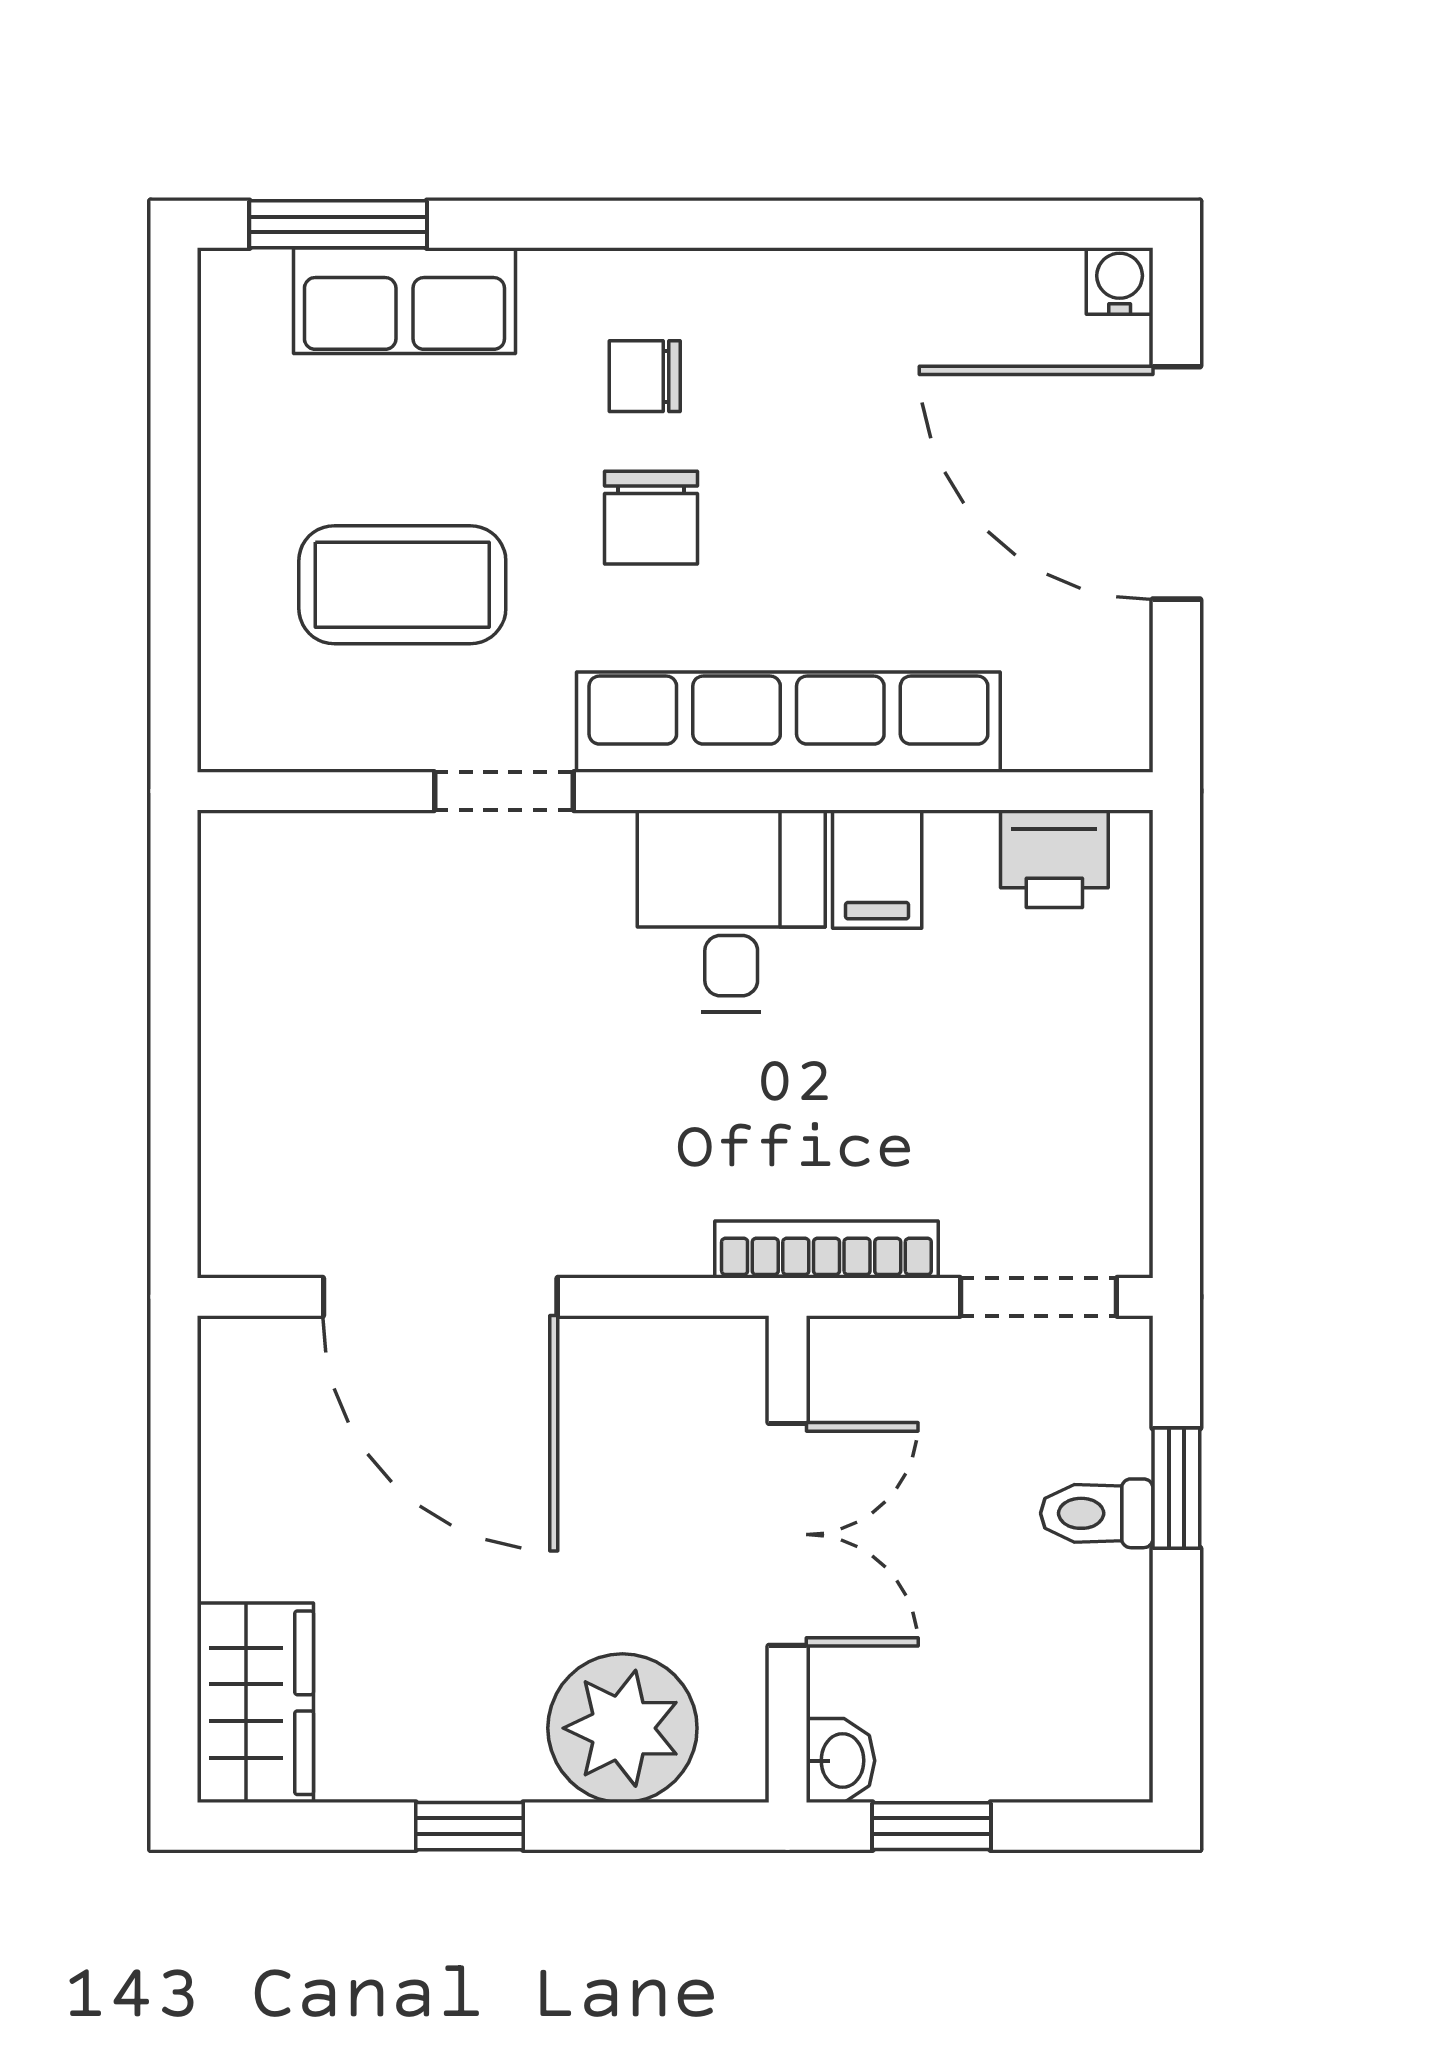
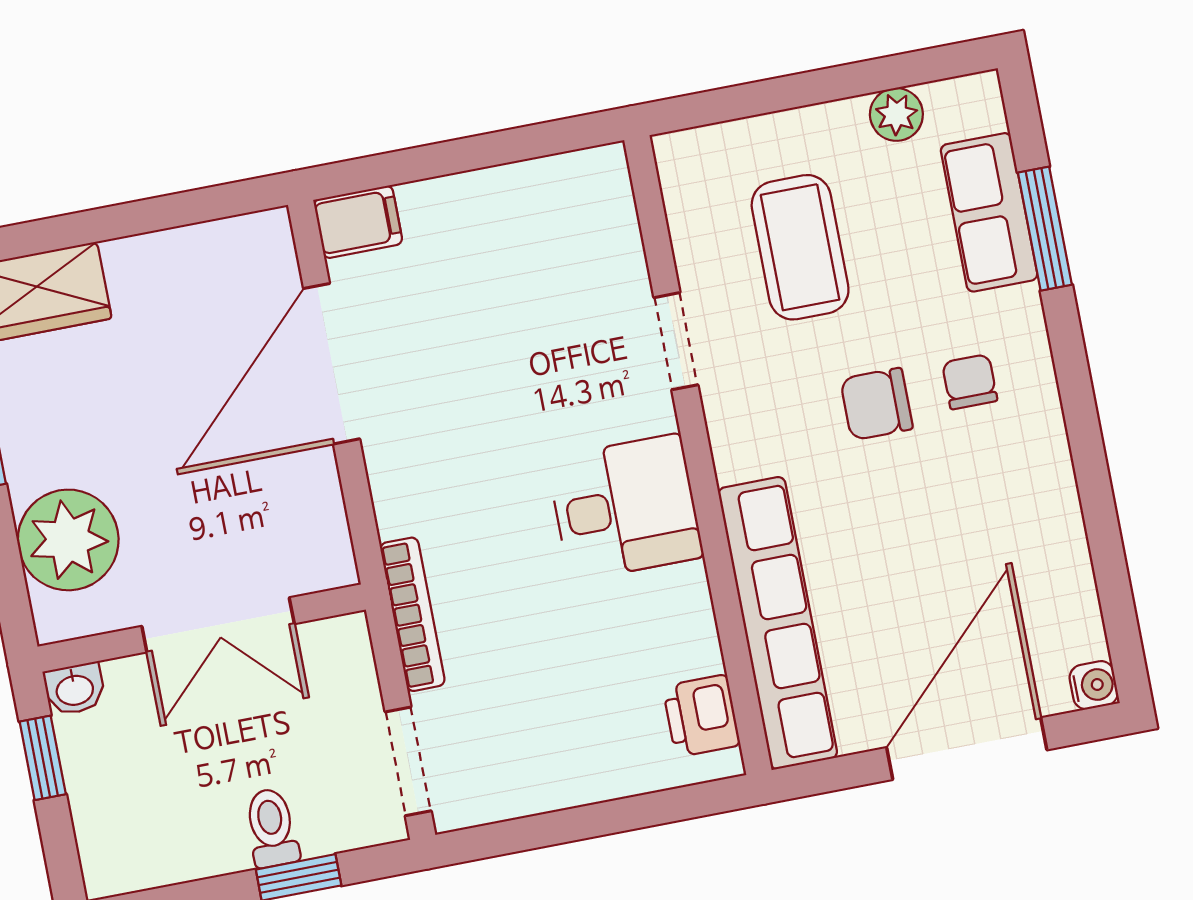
window: (338, 224) -> (1045, 229), moved
plant: (237, 408) -> (896, 114), added
row of seats: (788, 722) -> (778, 623), moved
filing cabinet: (877, 869) -> (358, 222), moved, turned 180

